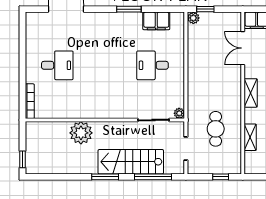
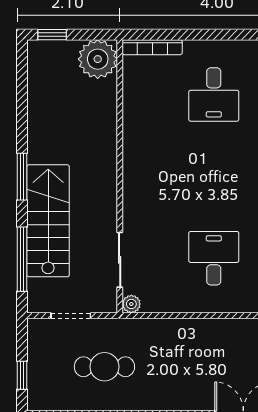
plant: (81, 133) -> (98, 59), moved

